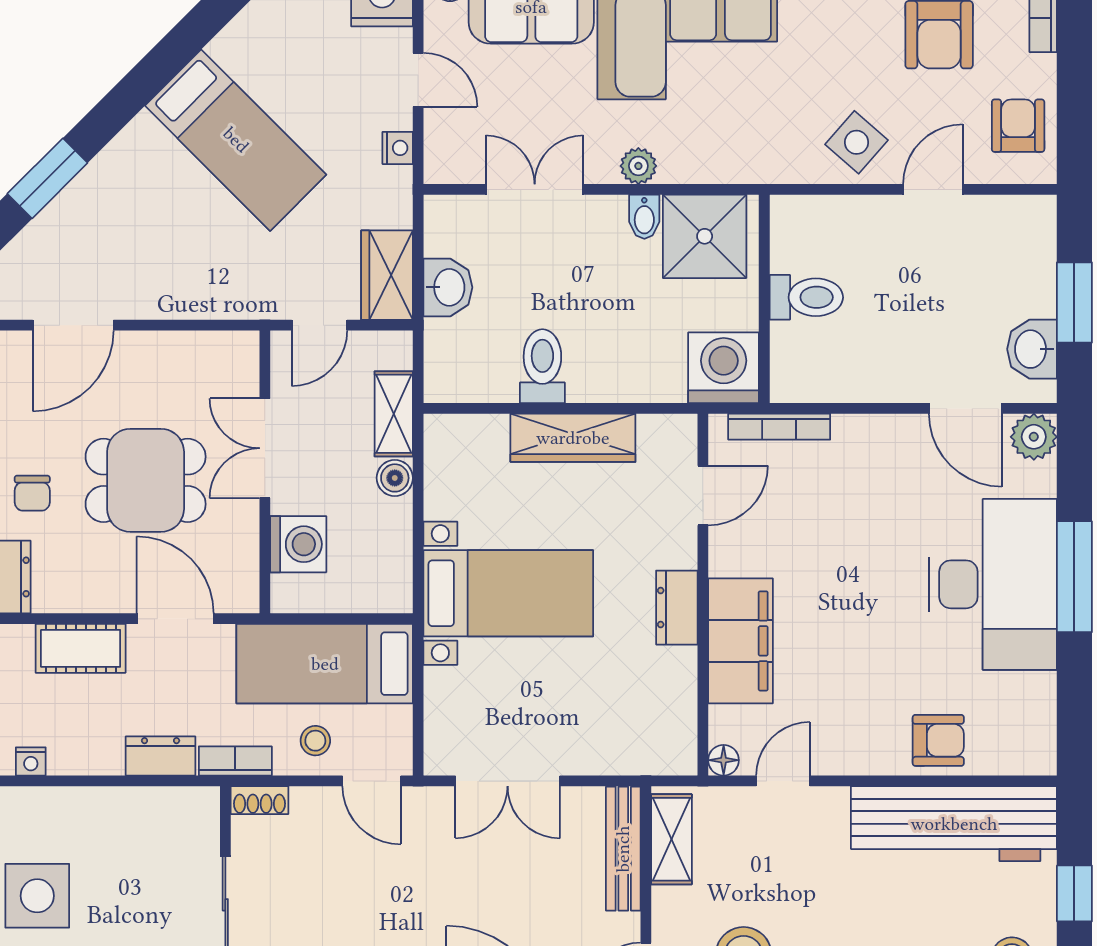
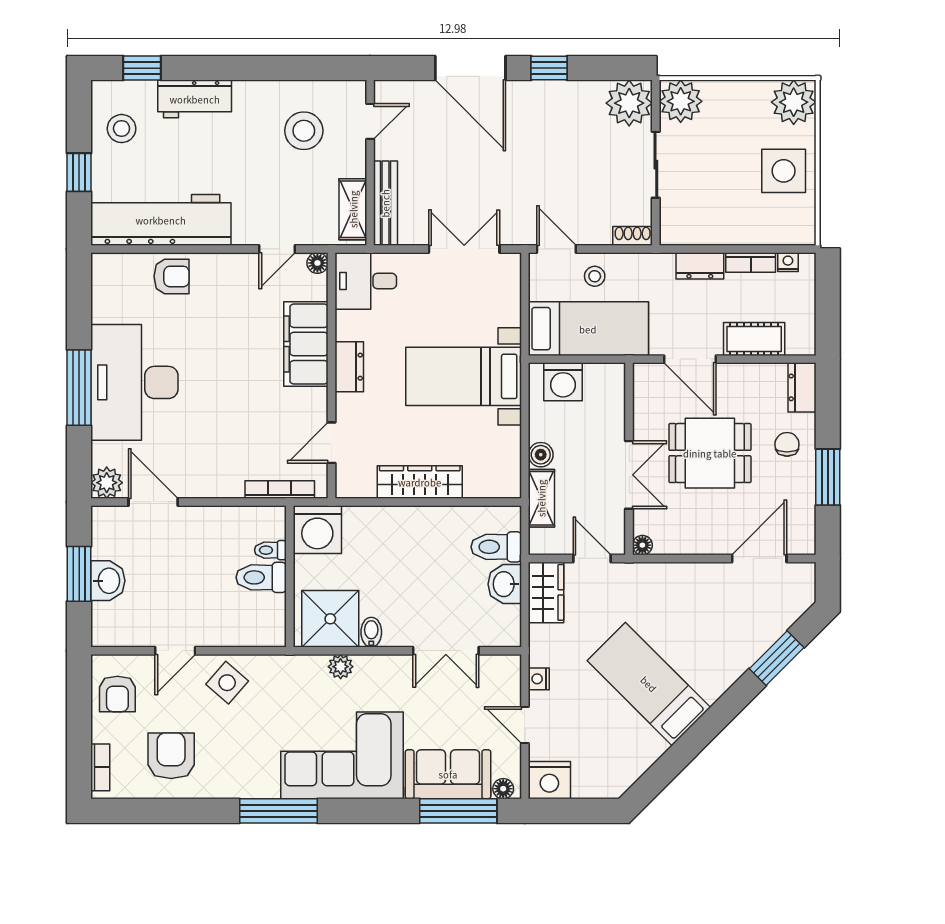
plant: (638, 166) -> (341, 667), moved
door: (319, 325) -> (592, 558), hinge flipped
toilet: (793, 337) -> (270, 550), added
floor lamp: (245, 345) -> (642, 545), added
washbasin: (1032, 349) -> (108, 581), moved
toilet: (542, 366) -> (496, 547), moved, turned 90
washing machine: (298, 544) -> (563, 382), moved, turned -90
desk: (652, 734) -> (366, 281), added
armchair: (938, 740) -> (172, 276), turned 180
bookcase: (235, 761) -> (751, 262), moved

